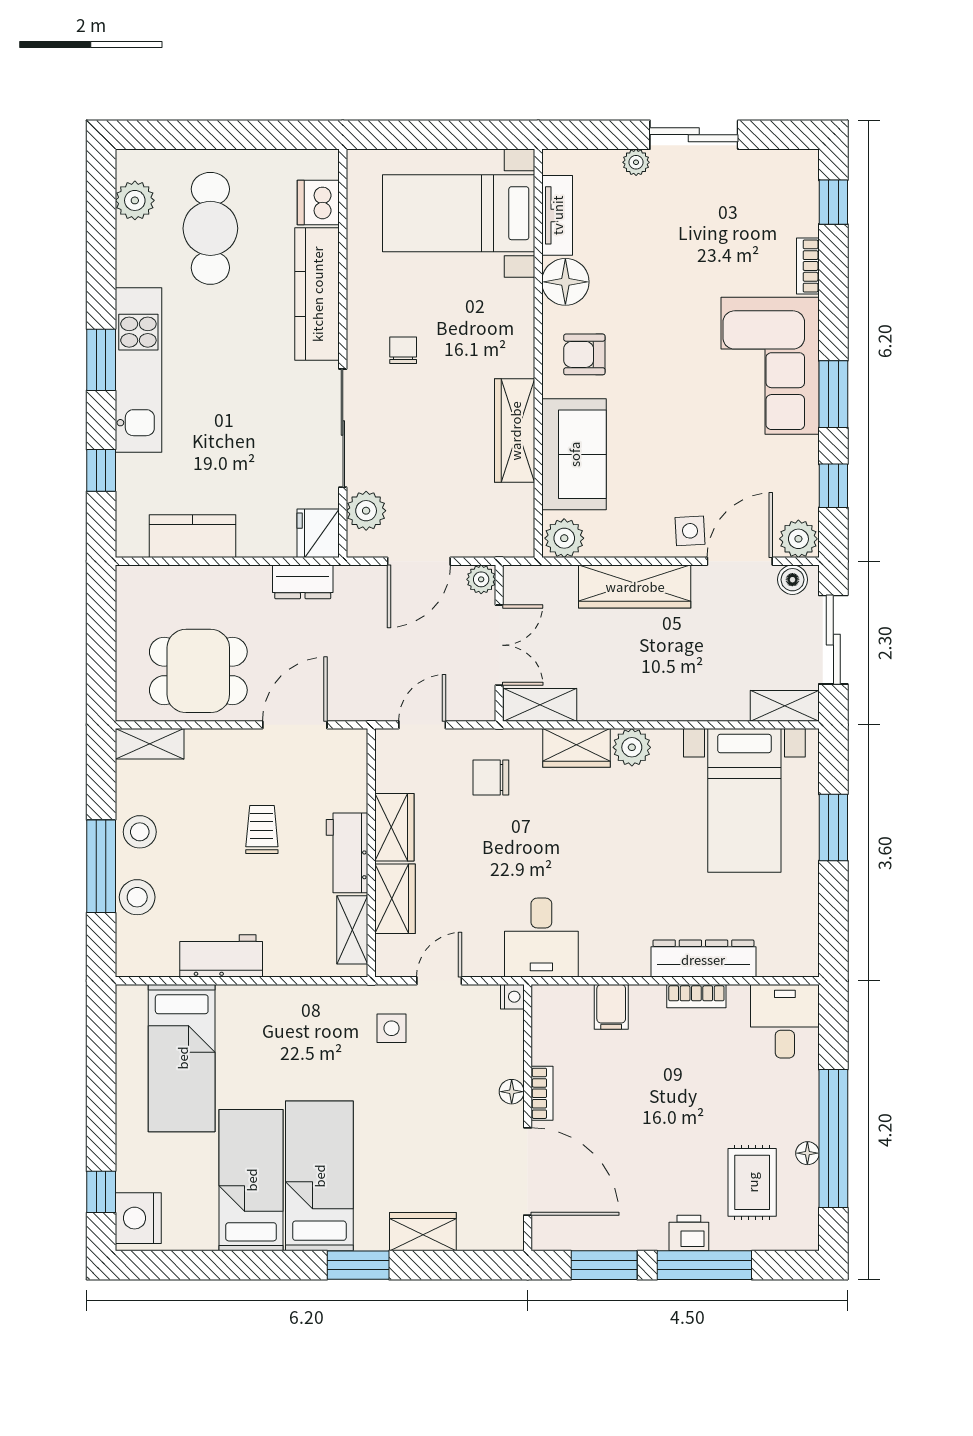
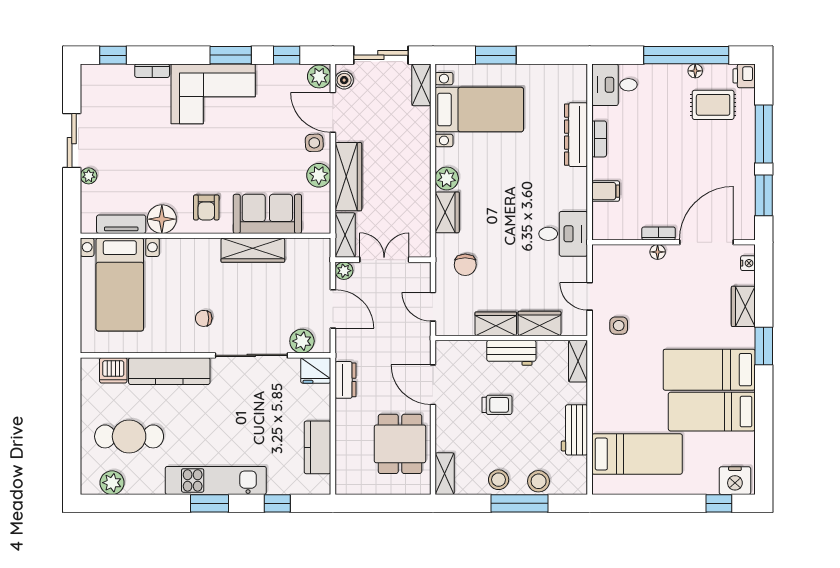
plant: (564, 538) -> (319, 175), moved
shelving: (540, 705) -> (345, 235), moved
trolley: (262, 829) -> (497, 405), turned 180
shelving: (352, 930) -> (578, 361), moved, turned 90
nightstand: (512, 997) -> (748, 263), moved, turned 90
printer: (689, 1233) -> (744, 76), moved

